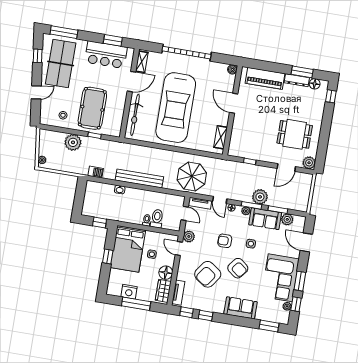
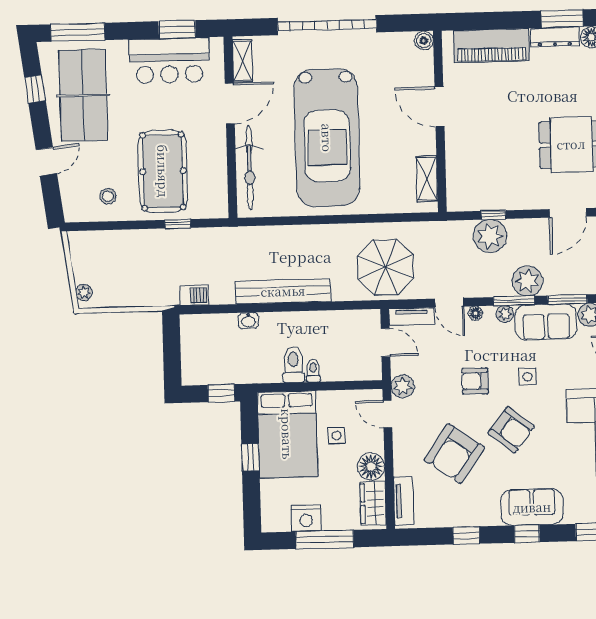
plant: (73, 142) -> (490, 236), moved
toilet: (157, 219) -> (293, 365), moved
window: (187, 312) -> (527, 534), moved

